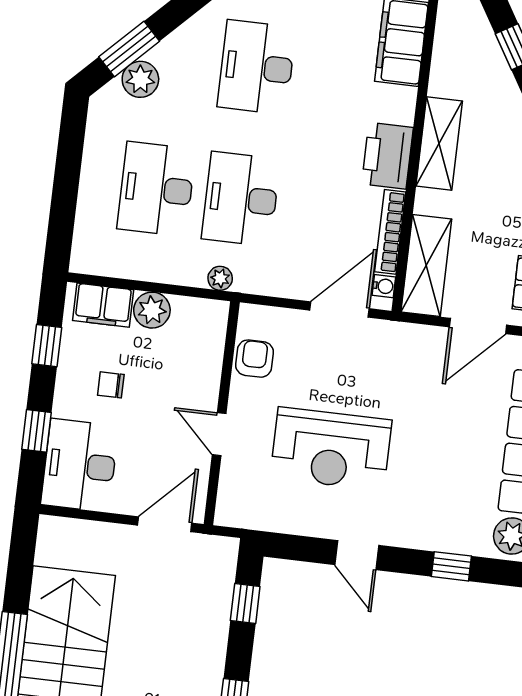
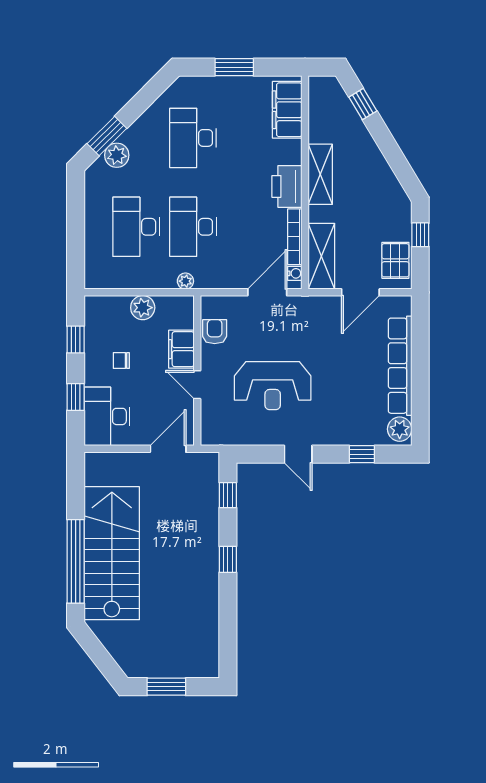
filing cabinet: (103, 305) -> (181, 349), moved, turned 90

